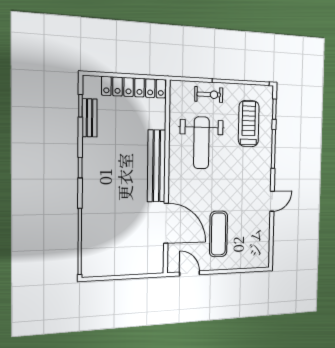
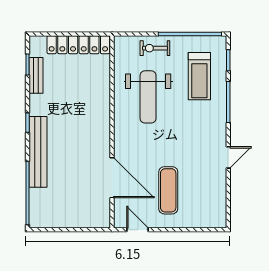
exercise bike: (209, 94) -> (155, 48), turned 180
treadmill: (249, 124) -> (199, 76), turned 180
bench: (156, 166) -> (38, 152), moved

